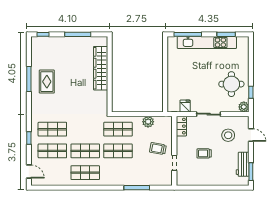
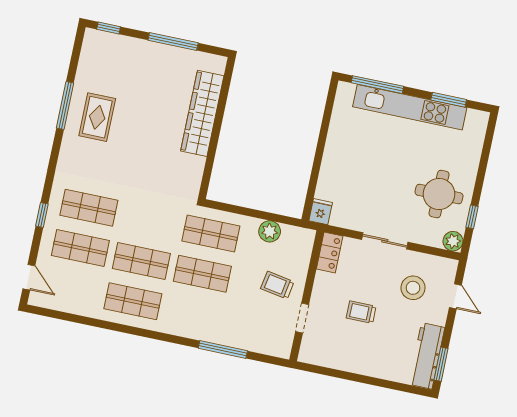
fridge: (185, 106) -> (321, 212), moved
workbench: (243, 164) -> (427, 356), width x1.38

